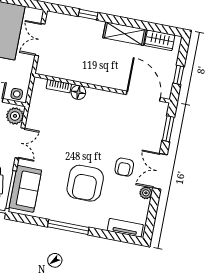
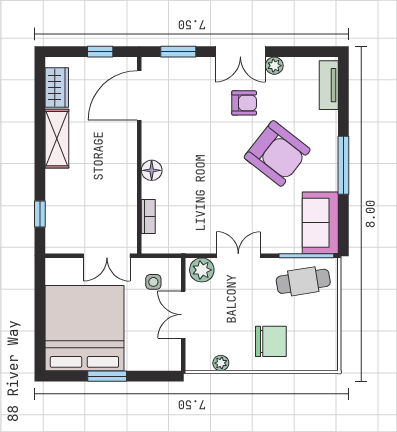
window: (88, 15) -> (40, 214), moved
double door: (40, 40) -> (107, 256), moved
floor lamp: (78, 92) -> (152, 170), moved
side table: (17, 94) -> (153, 282), moved
armchair: (85, 183) -> (277, 153), turned 38
sofa: (25, 189) -> (320, 223), moved, turned -90

